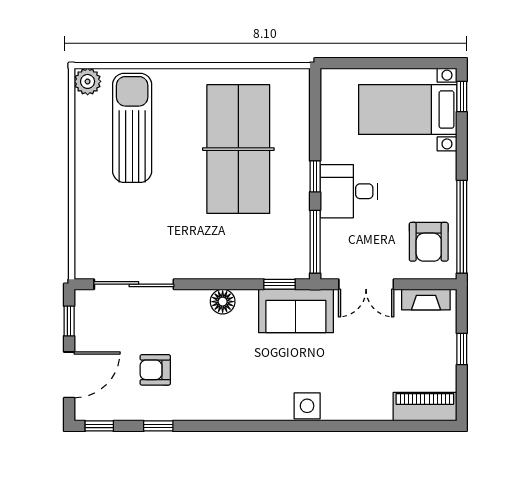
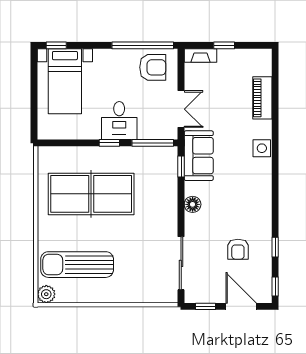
fireplace: (426, 300) -> (200, 56), moved, turned 90
piano: (425, 407) -> (262, 98), moved

